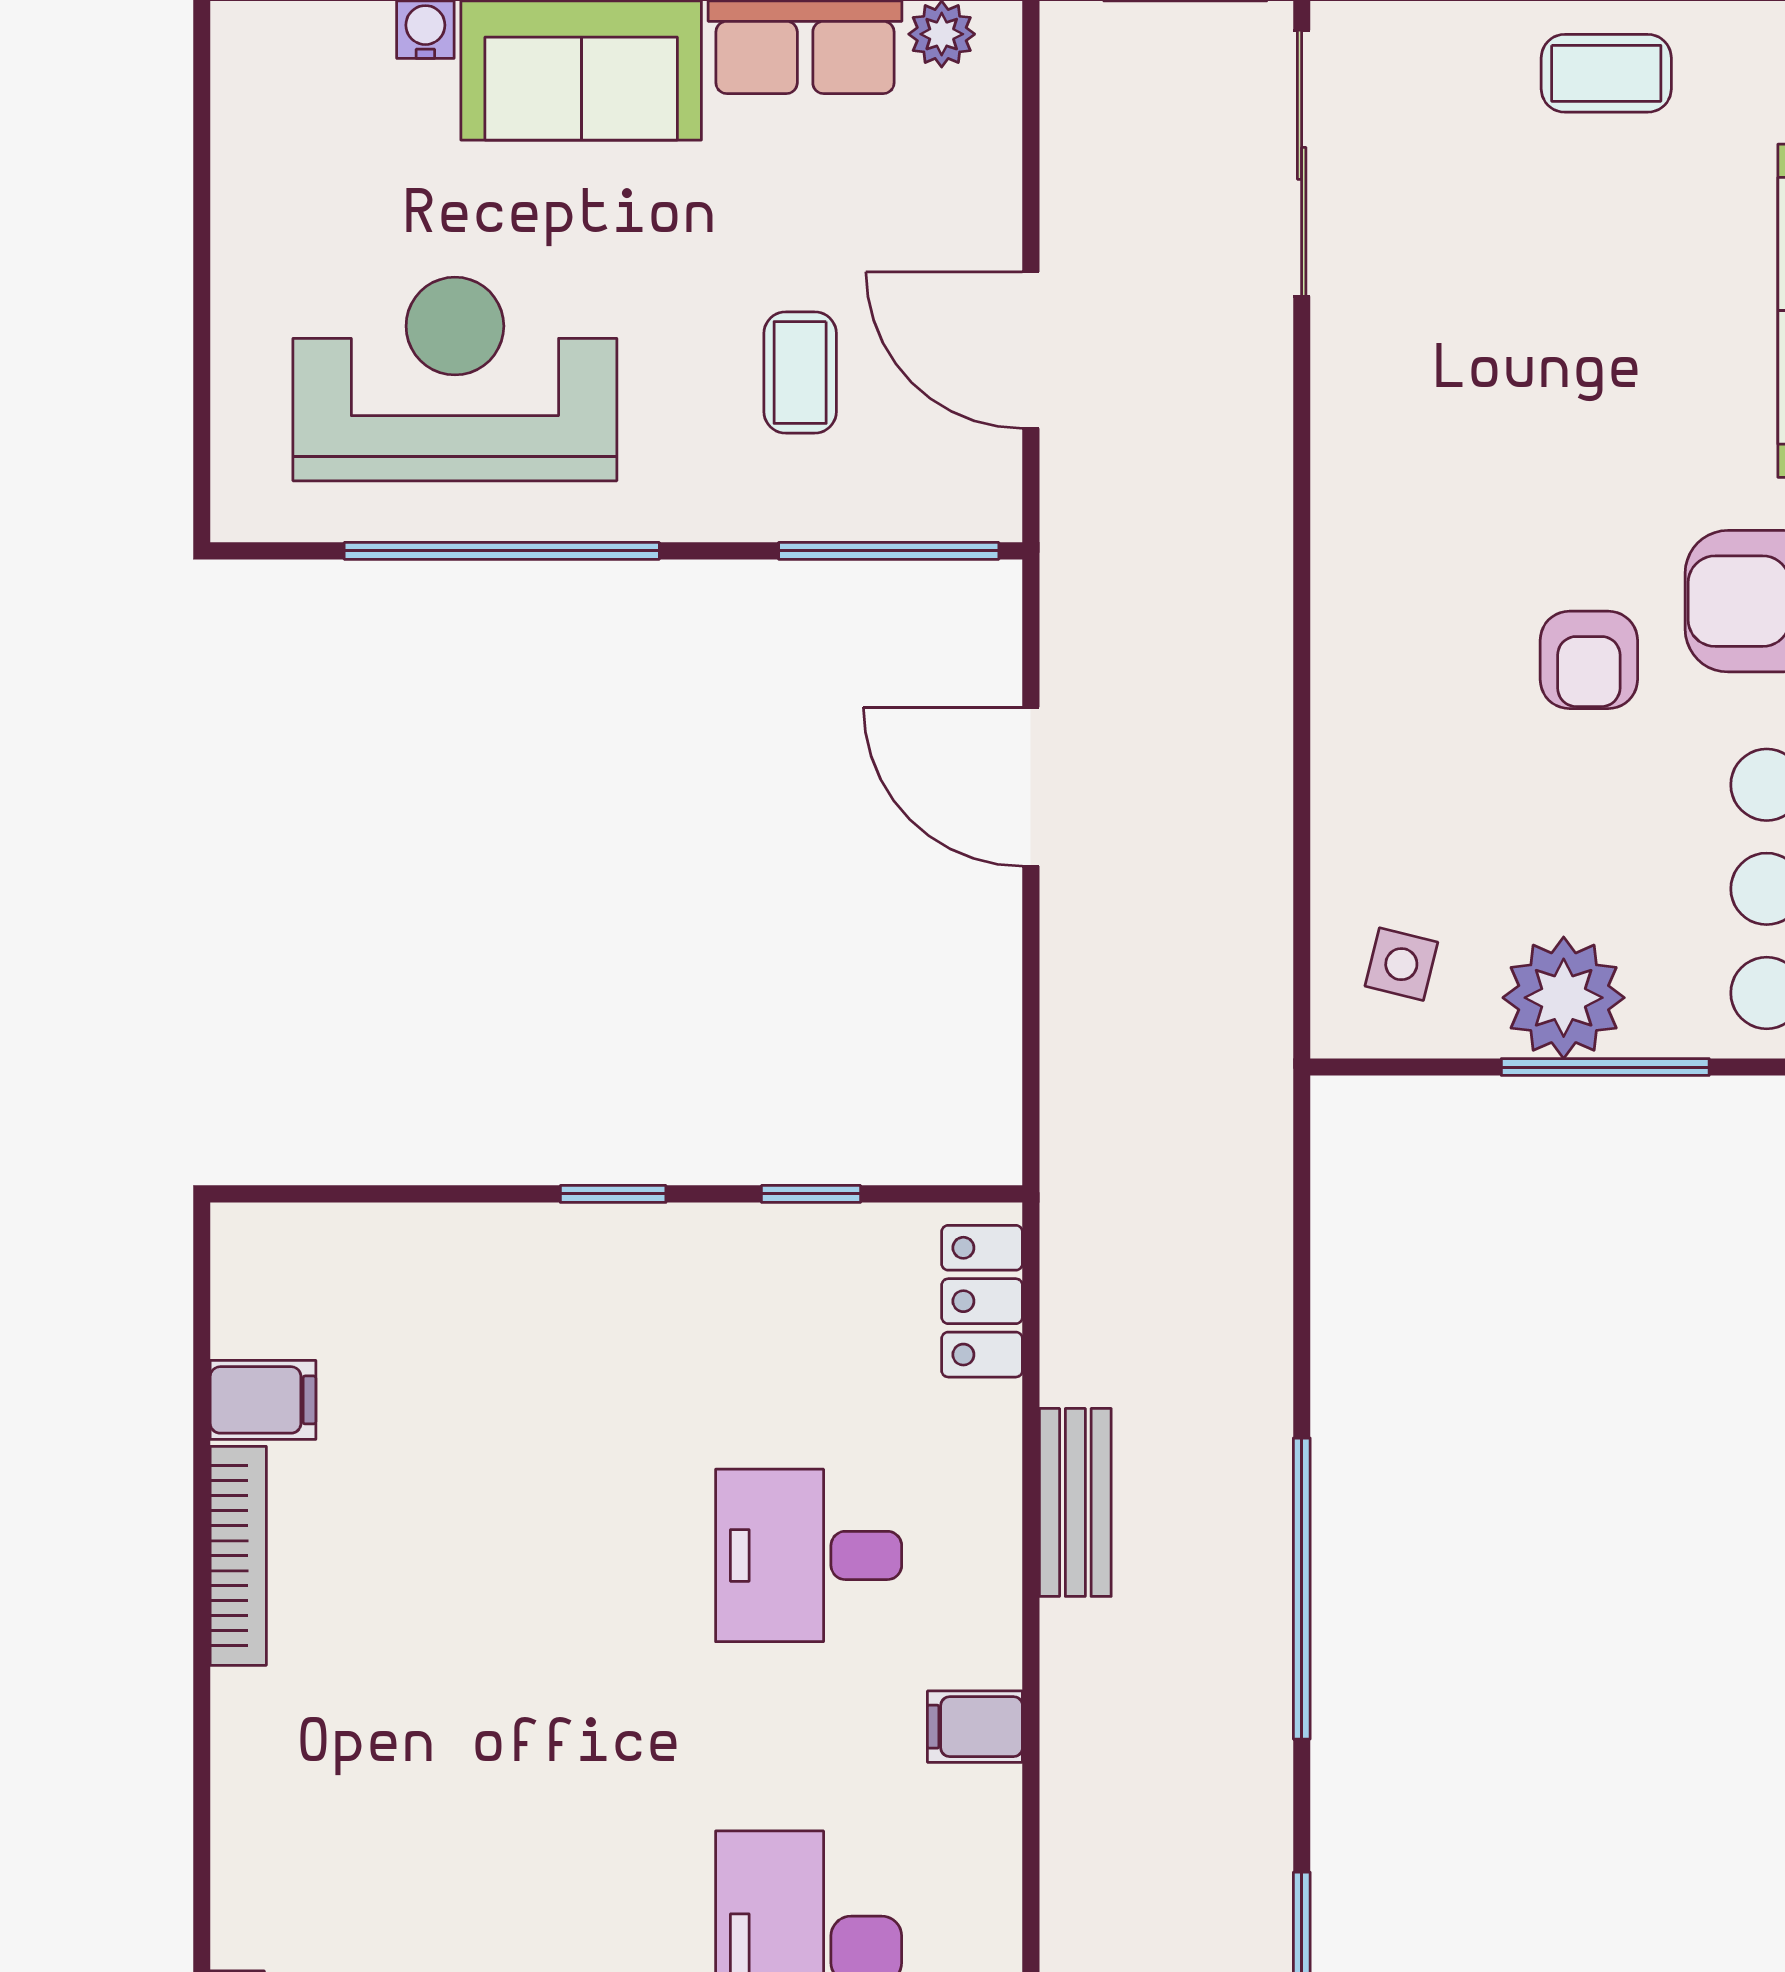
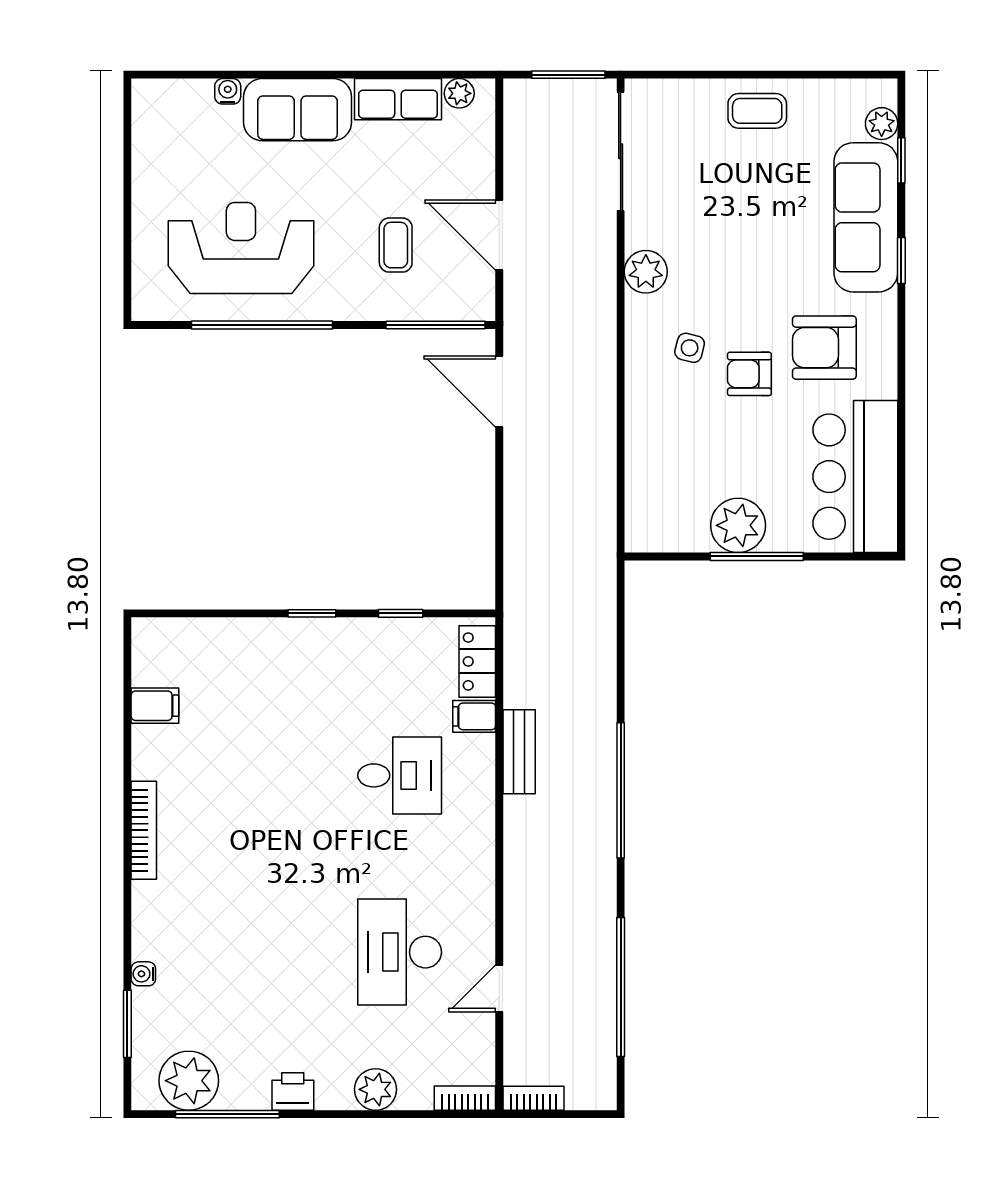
plant: (1358, 432) -> (646, 272), added
armchair: (1589, 660) -> (749, 374), turned 90
door: (1031, 787) -> (499, 391), moved
side table: (1401, 964) -> (690, 348), moved
desk: (809, 1555) -> (400, 775), turned 180
bookcase: (238, 1556) -> (144, 830), moved
filing cabinet: (975, 1727) -> (474, 716), moved

